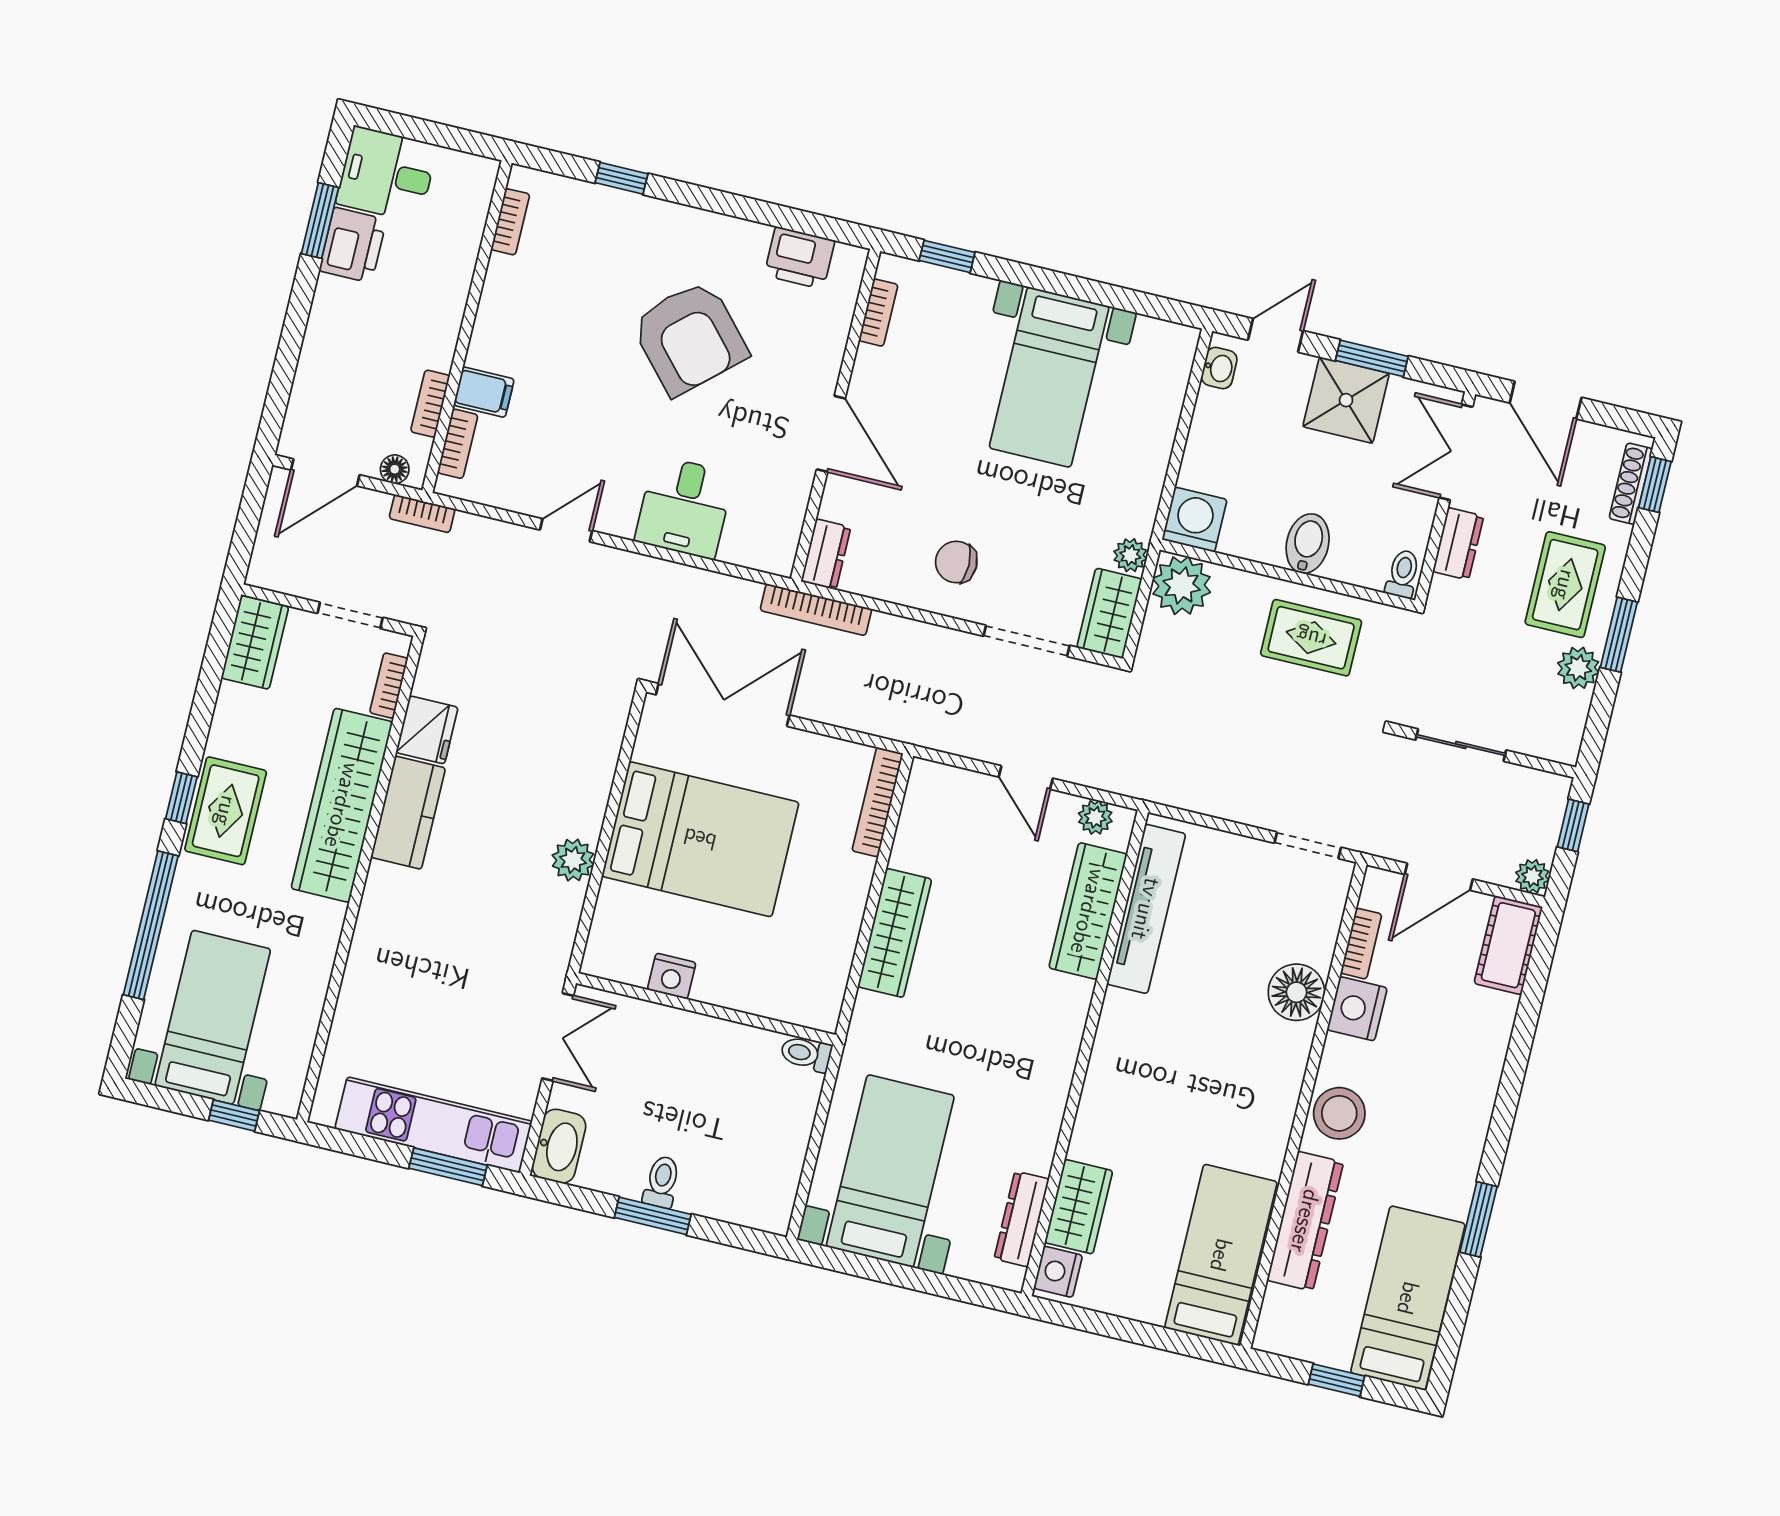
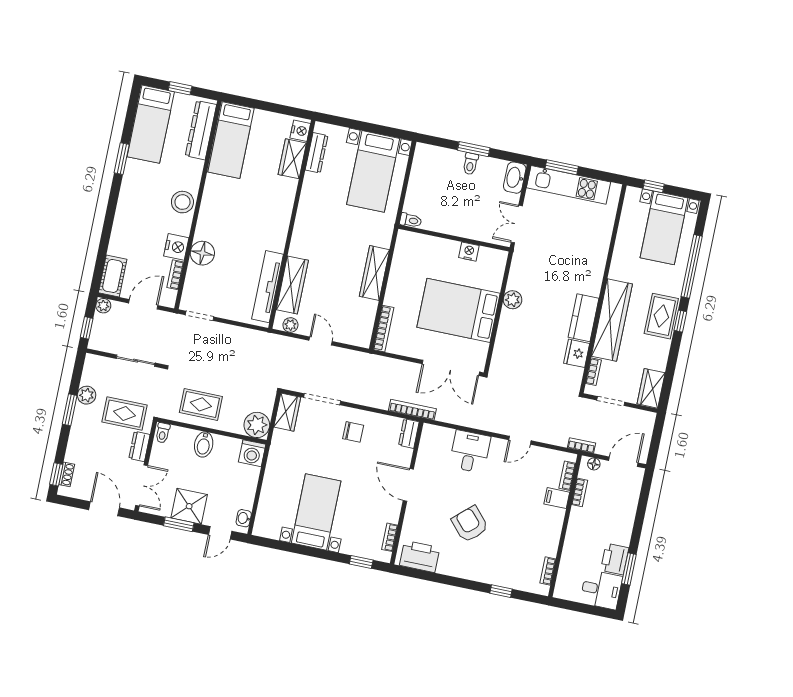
printer: (799, 258) -> (420, 556), width x1.37, depth x1.19
armchair: (689, 338) -> (470, 524), width x0.73, depth x0.73
shoe rack: (1631, 484) -> (67, 474), width x0.70
plant: (1130, 555) -> (279, 437), removed
rug: (1565, 585) -> (124, 414), moved, turned 90
dresser: (1305, 1221) -> (201, 130), moved

